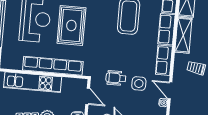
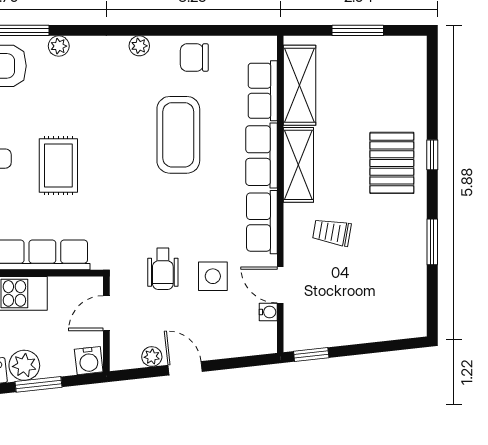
rug: (71, 25) -> (58, 166), width x0.73, depth x0.70
wheelchair: (116, 78) -> (163, 269), turned -90
door: (88, 96) -> (106, 313), swing flipped

